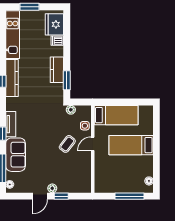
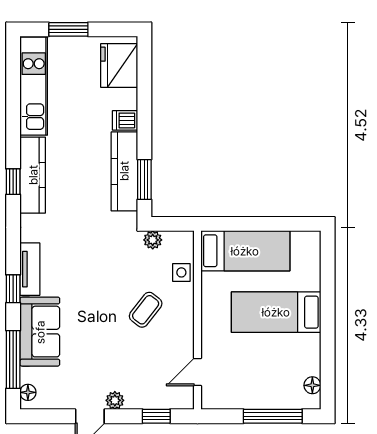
dishwasher: (57, 41) -> (125, 120), moved
kitchen counter: (57, 70) -> (124, 171), width x1.50
door: (93, 144) -> (198, 372), moved
window: (61, 196) -> (156, 416), moved

